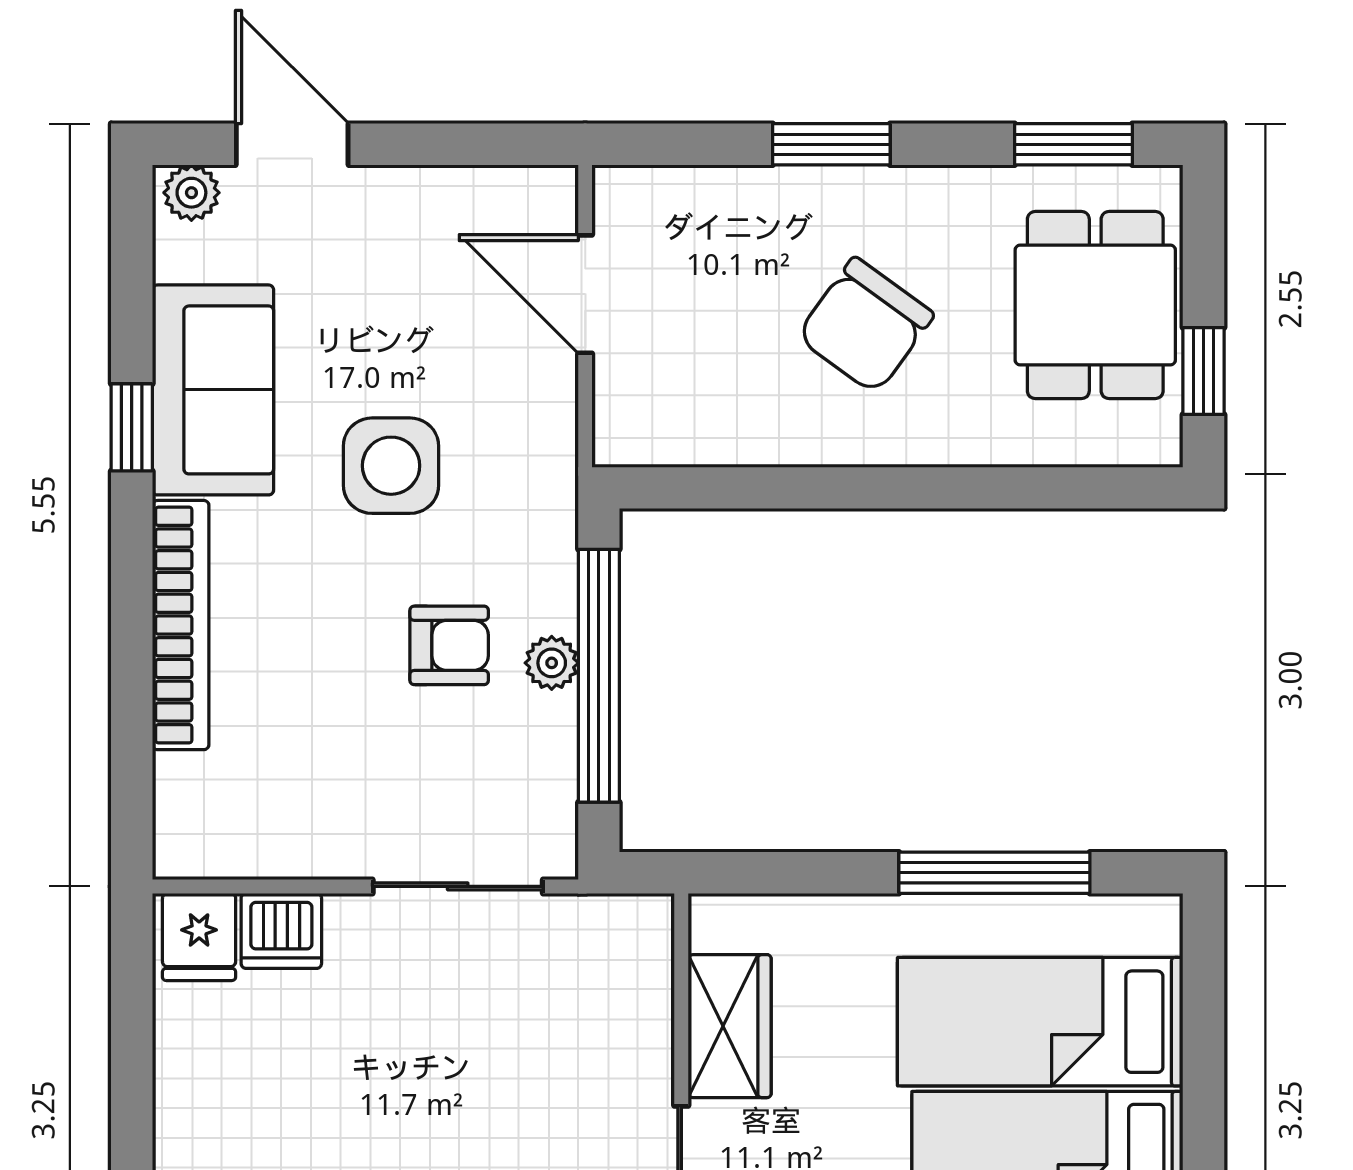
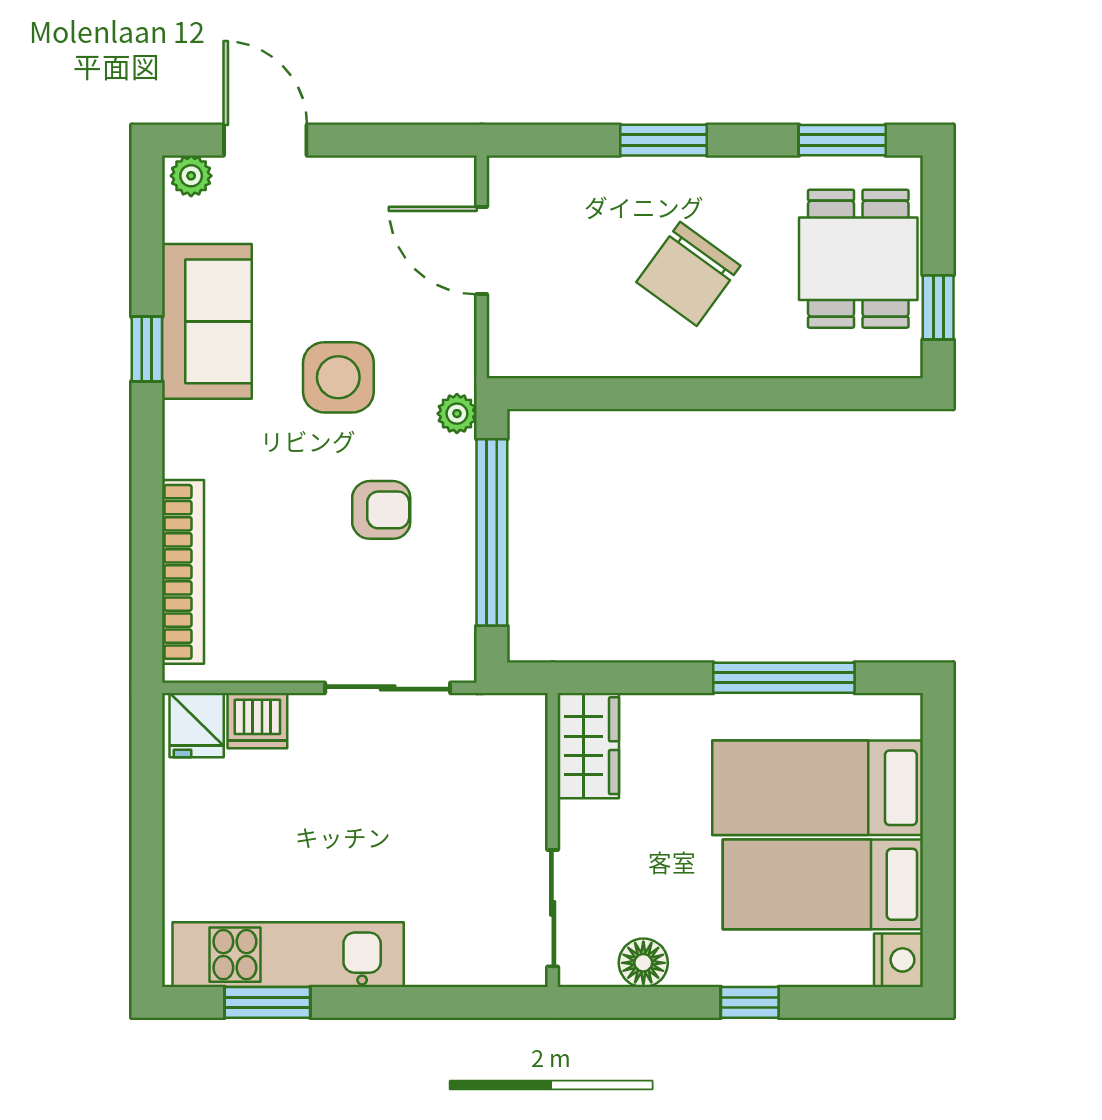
bookcase: (181, 625) -> (183, 572), moved
plant: (552, 663) -> (457, 414), moved
wardrobe: (730, 1026) -> (588, 746), moved

